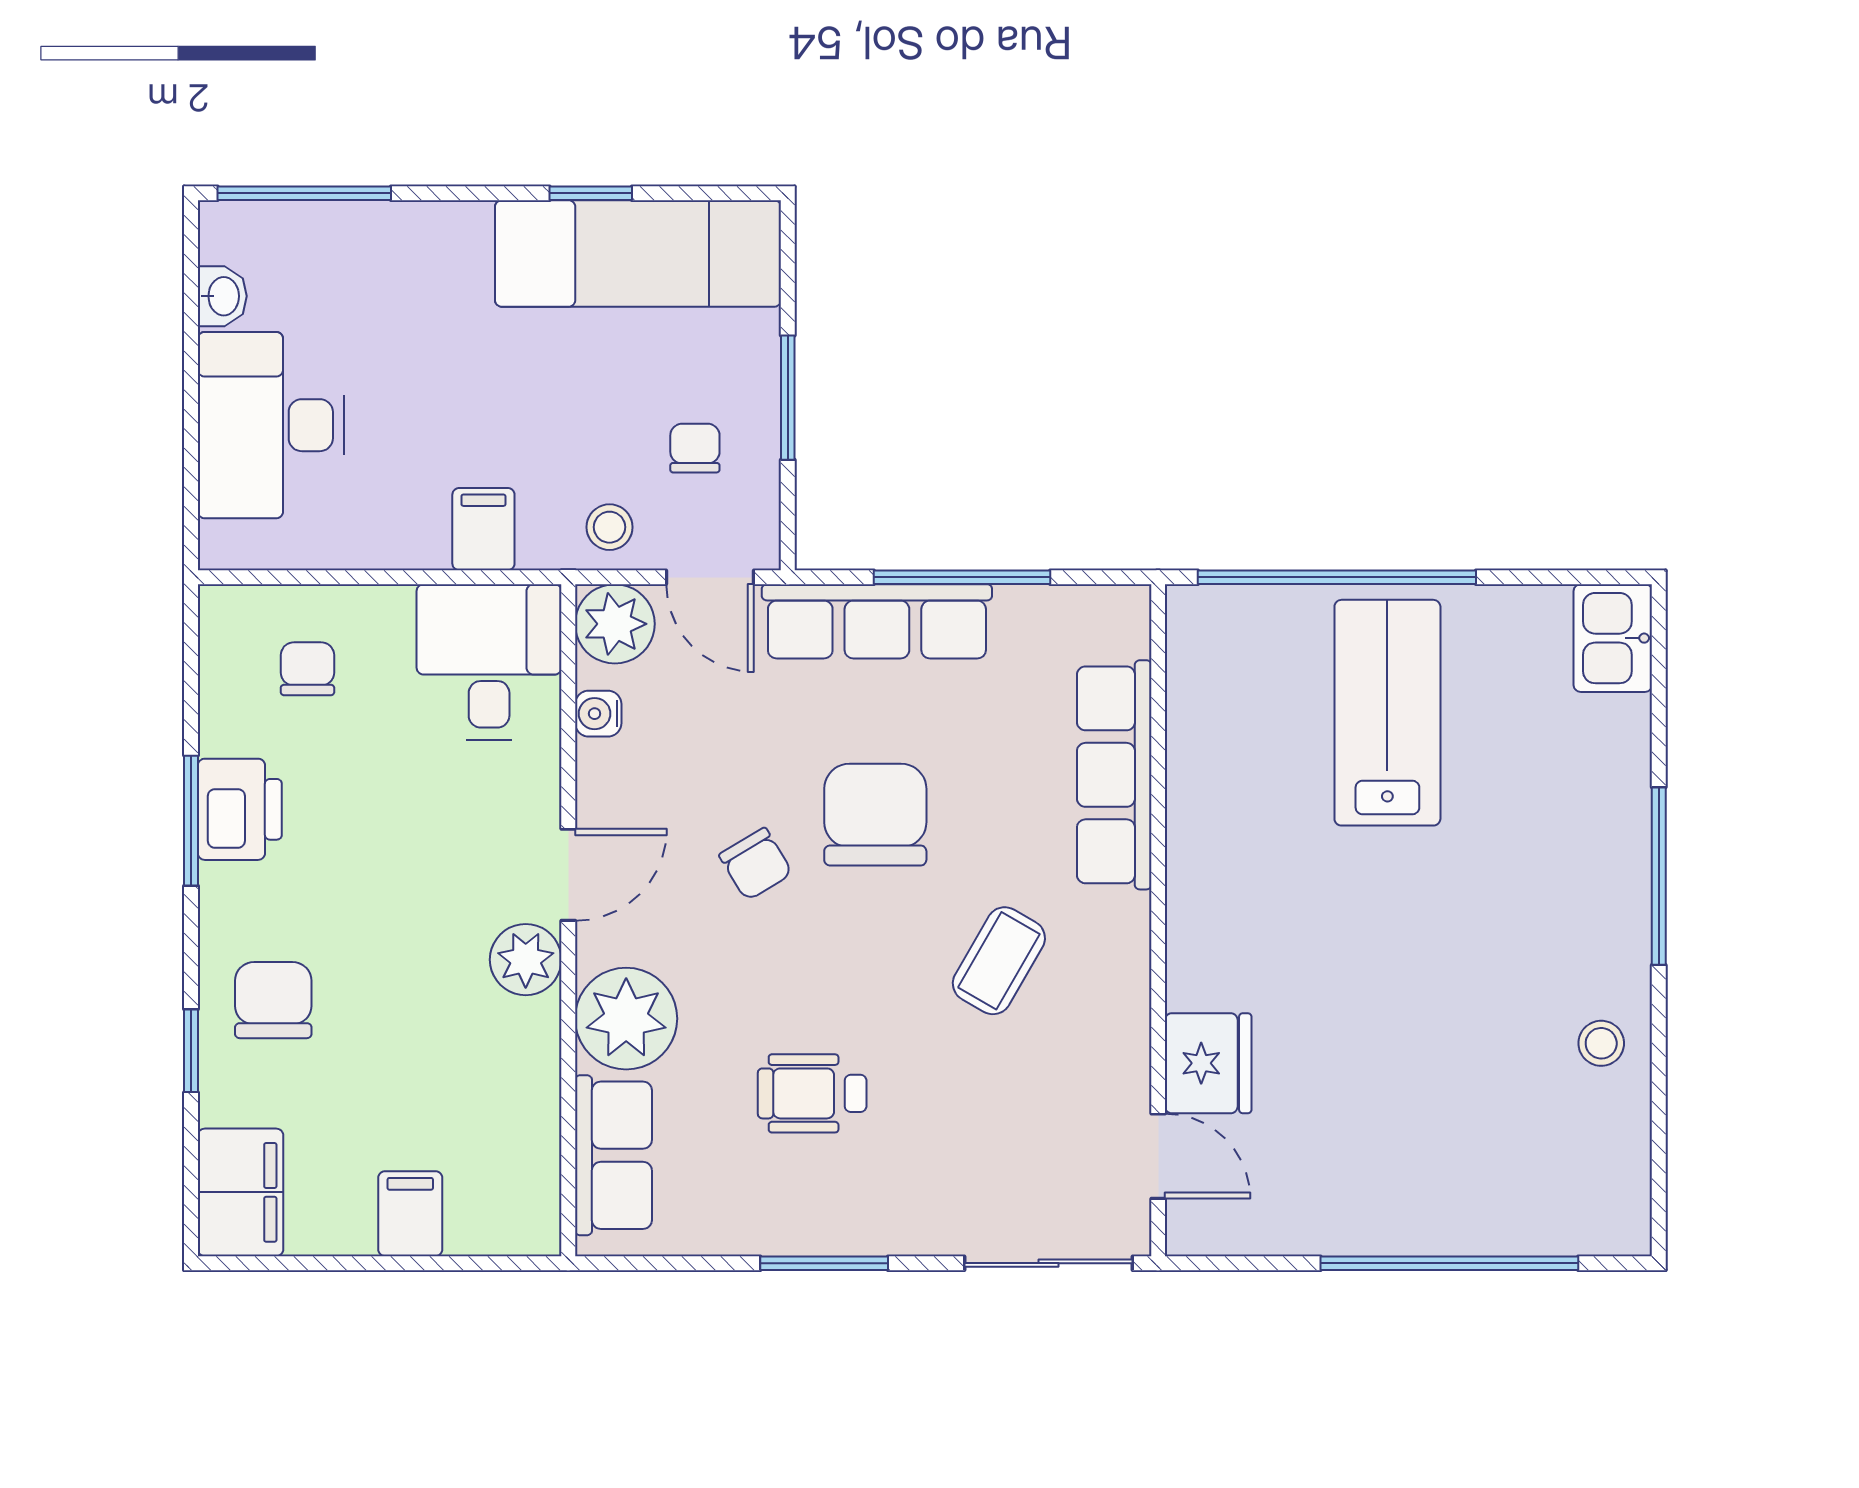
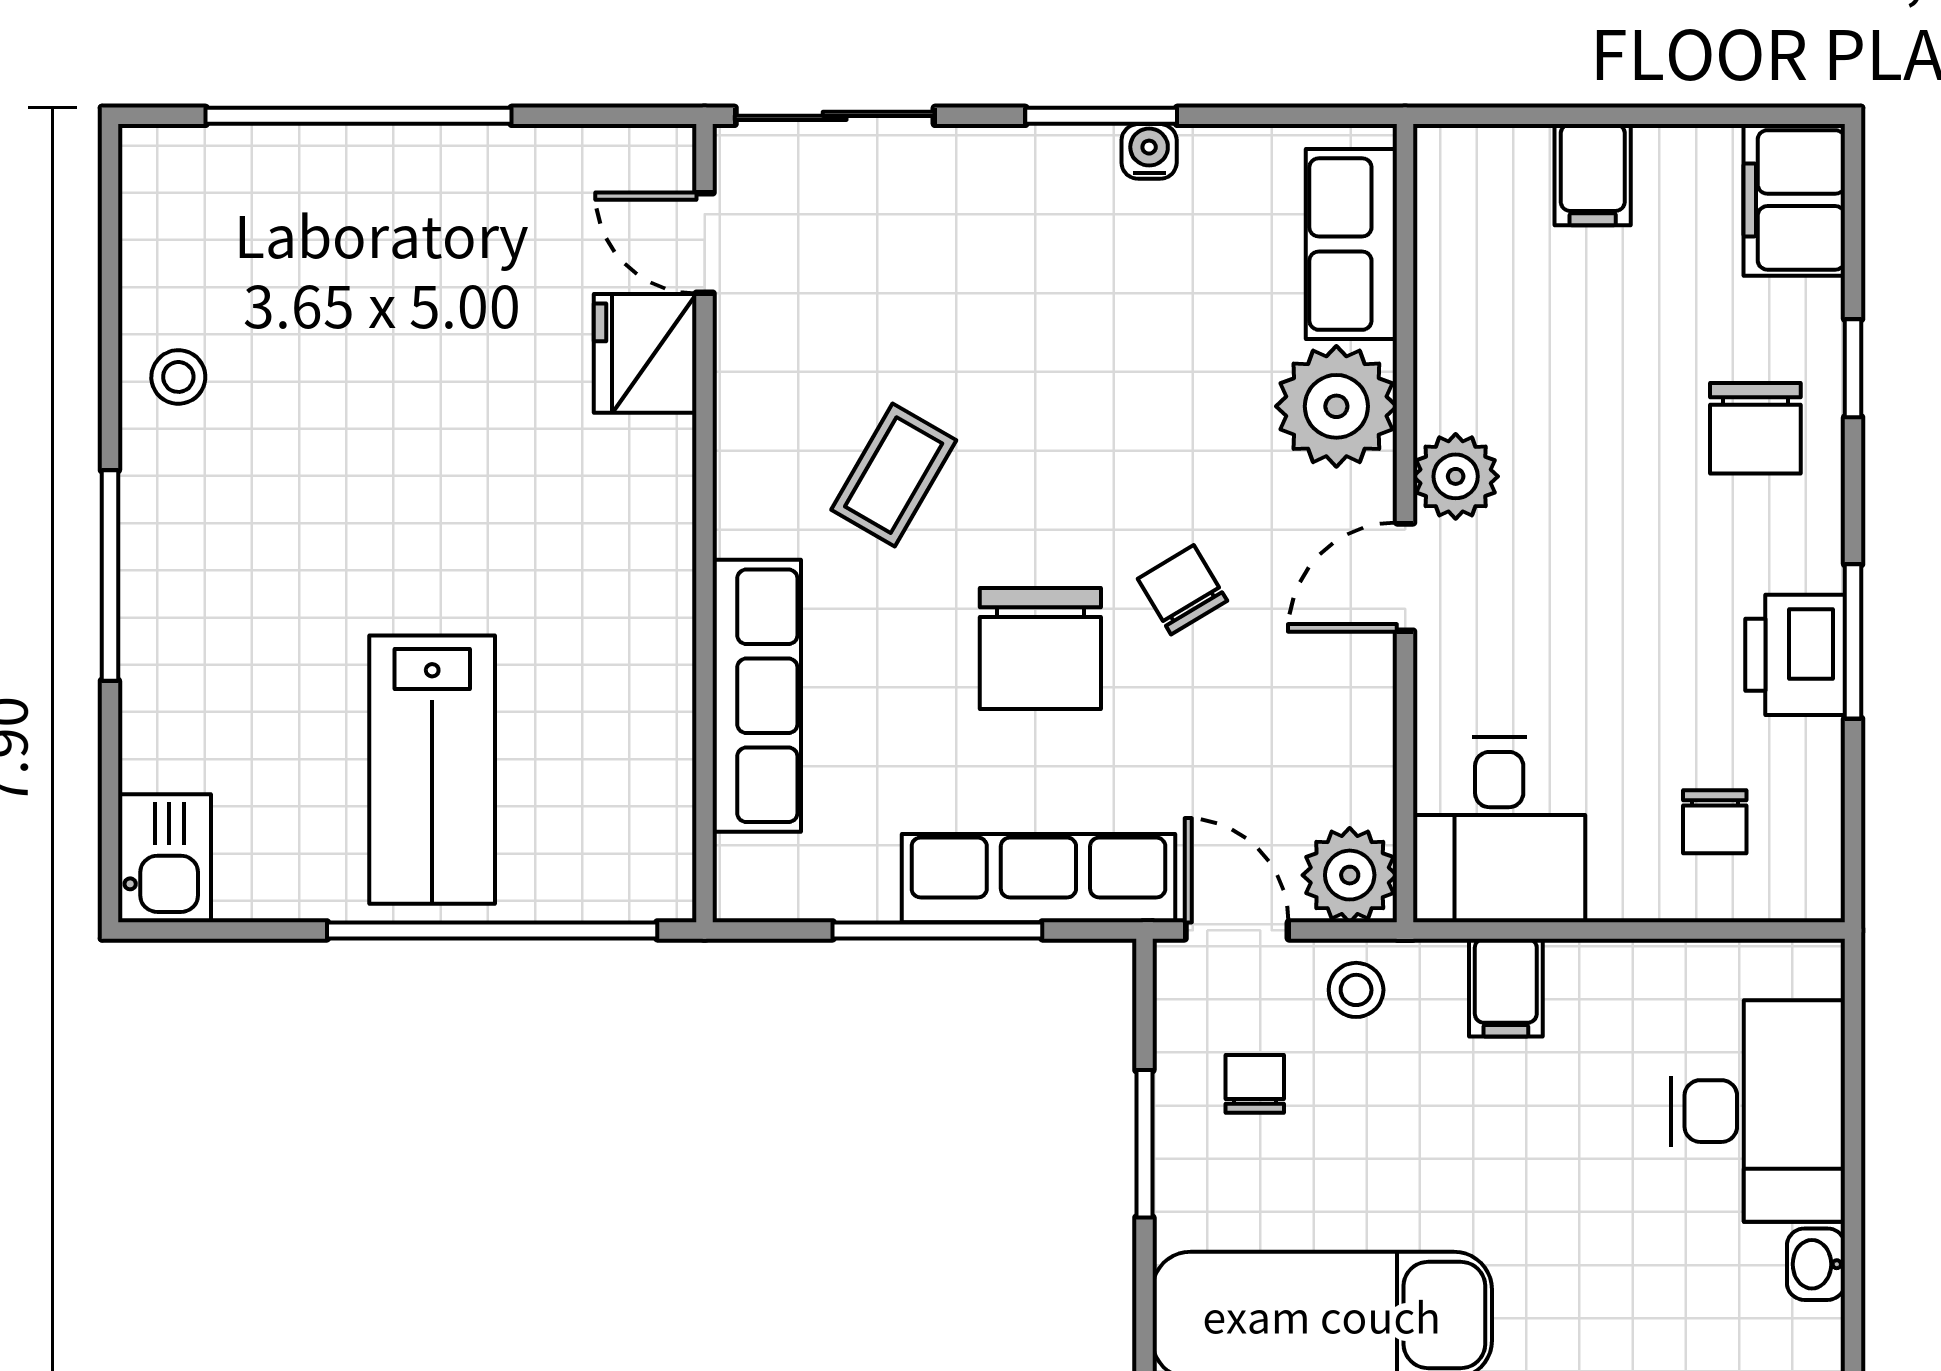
chair: (695, 448) -> (1255, 1084), turned 180
water cooler: (598, 714) -> (1149, 151), moved, turned -90
wheelchair: (812, 1093) -> (1115, 317), removed

